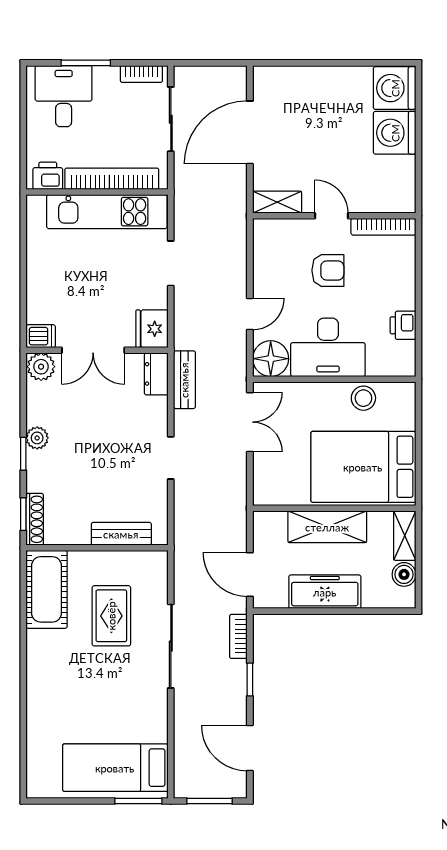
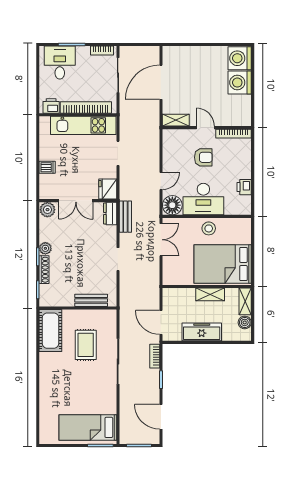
dishwasher: (41, 336) -> (47, 167), moved
stool: (363, 398) -> (209, 228), moved
shoe rack: (35, 519) -> (44, 270), moved
shelving: (327, 527) -> (210, 294), width x0.67, depth x0.75

